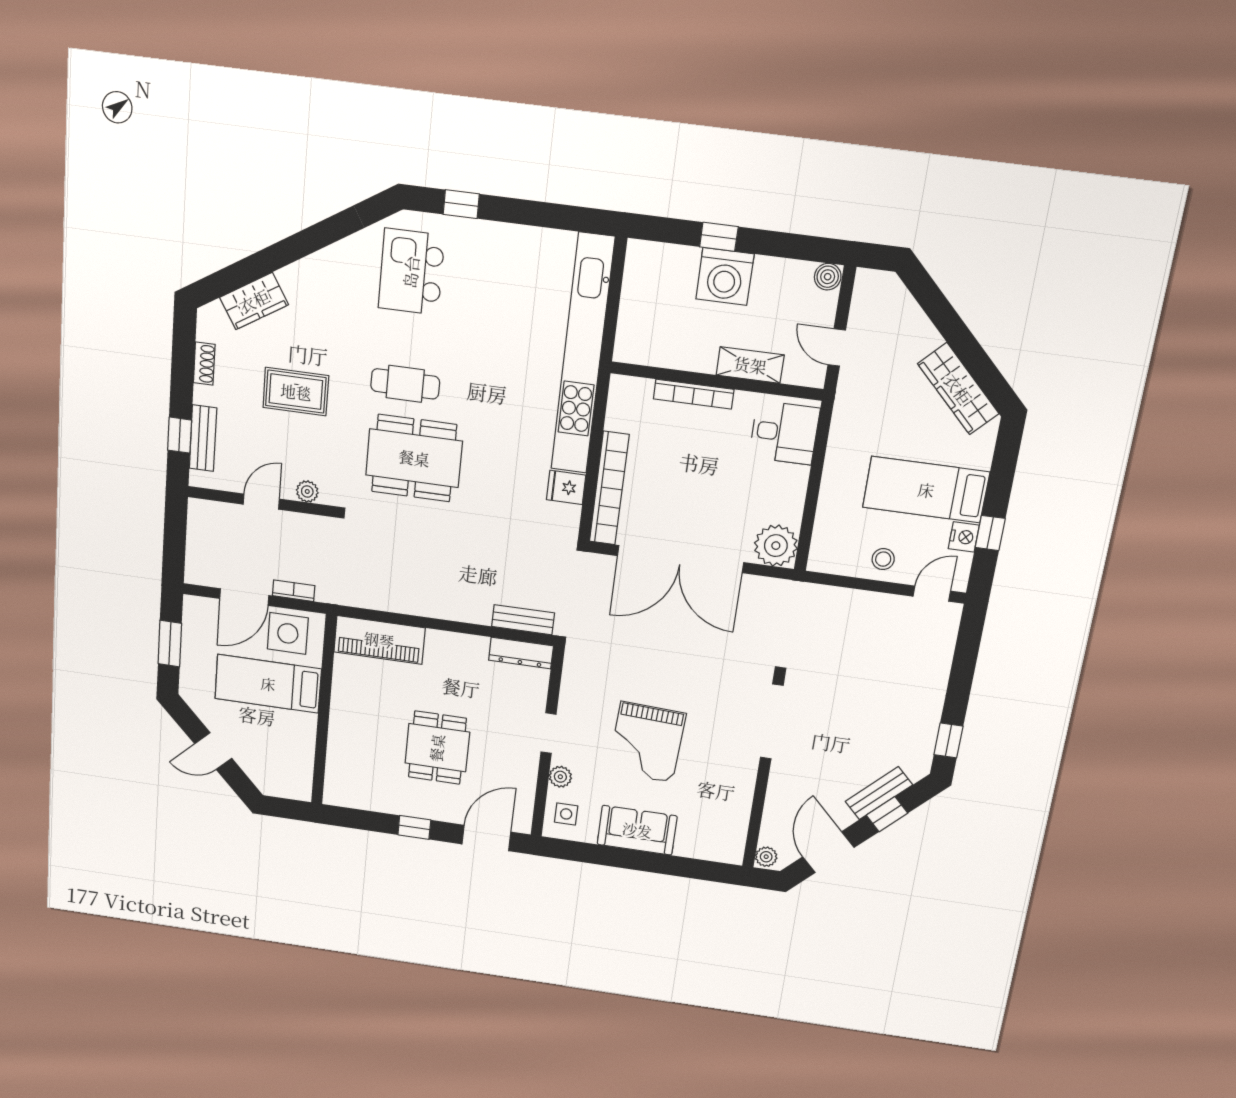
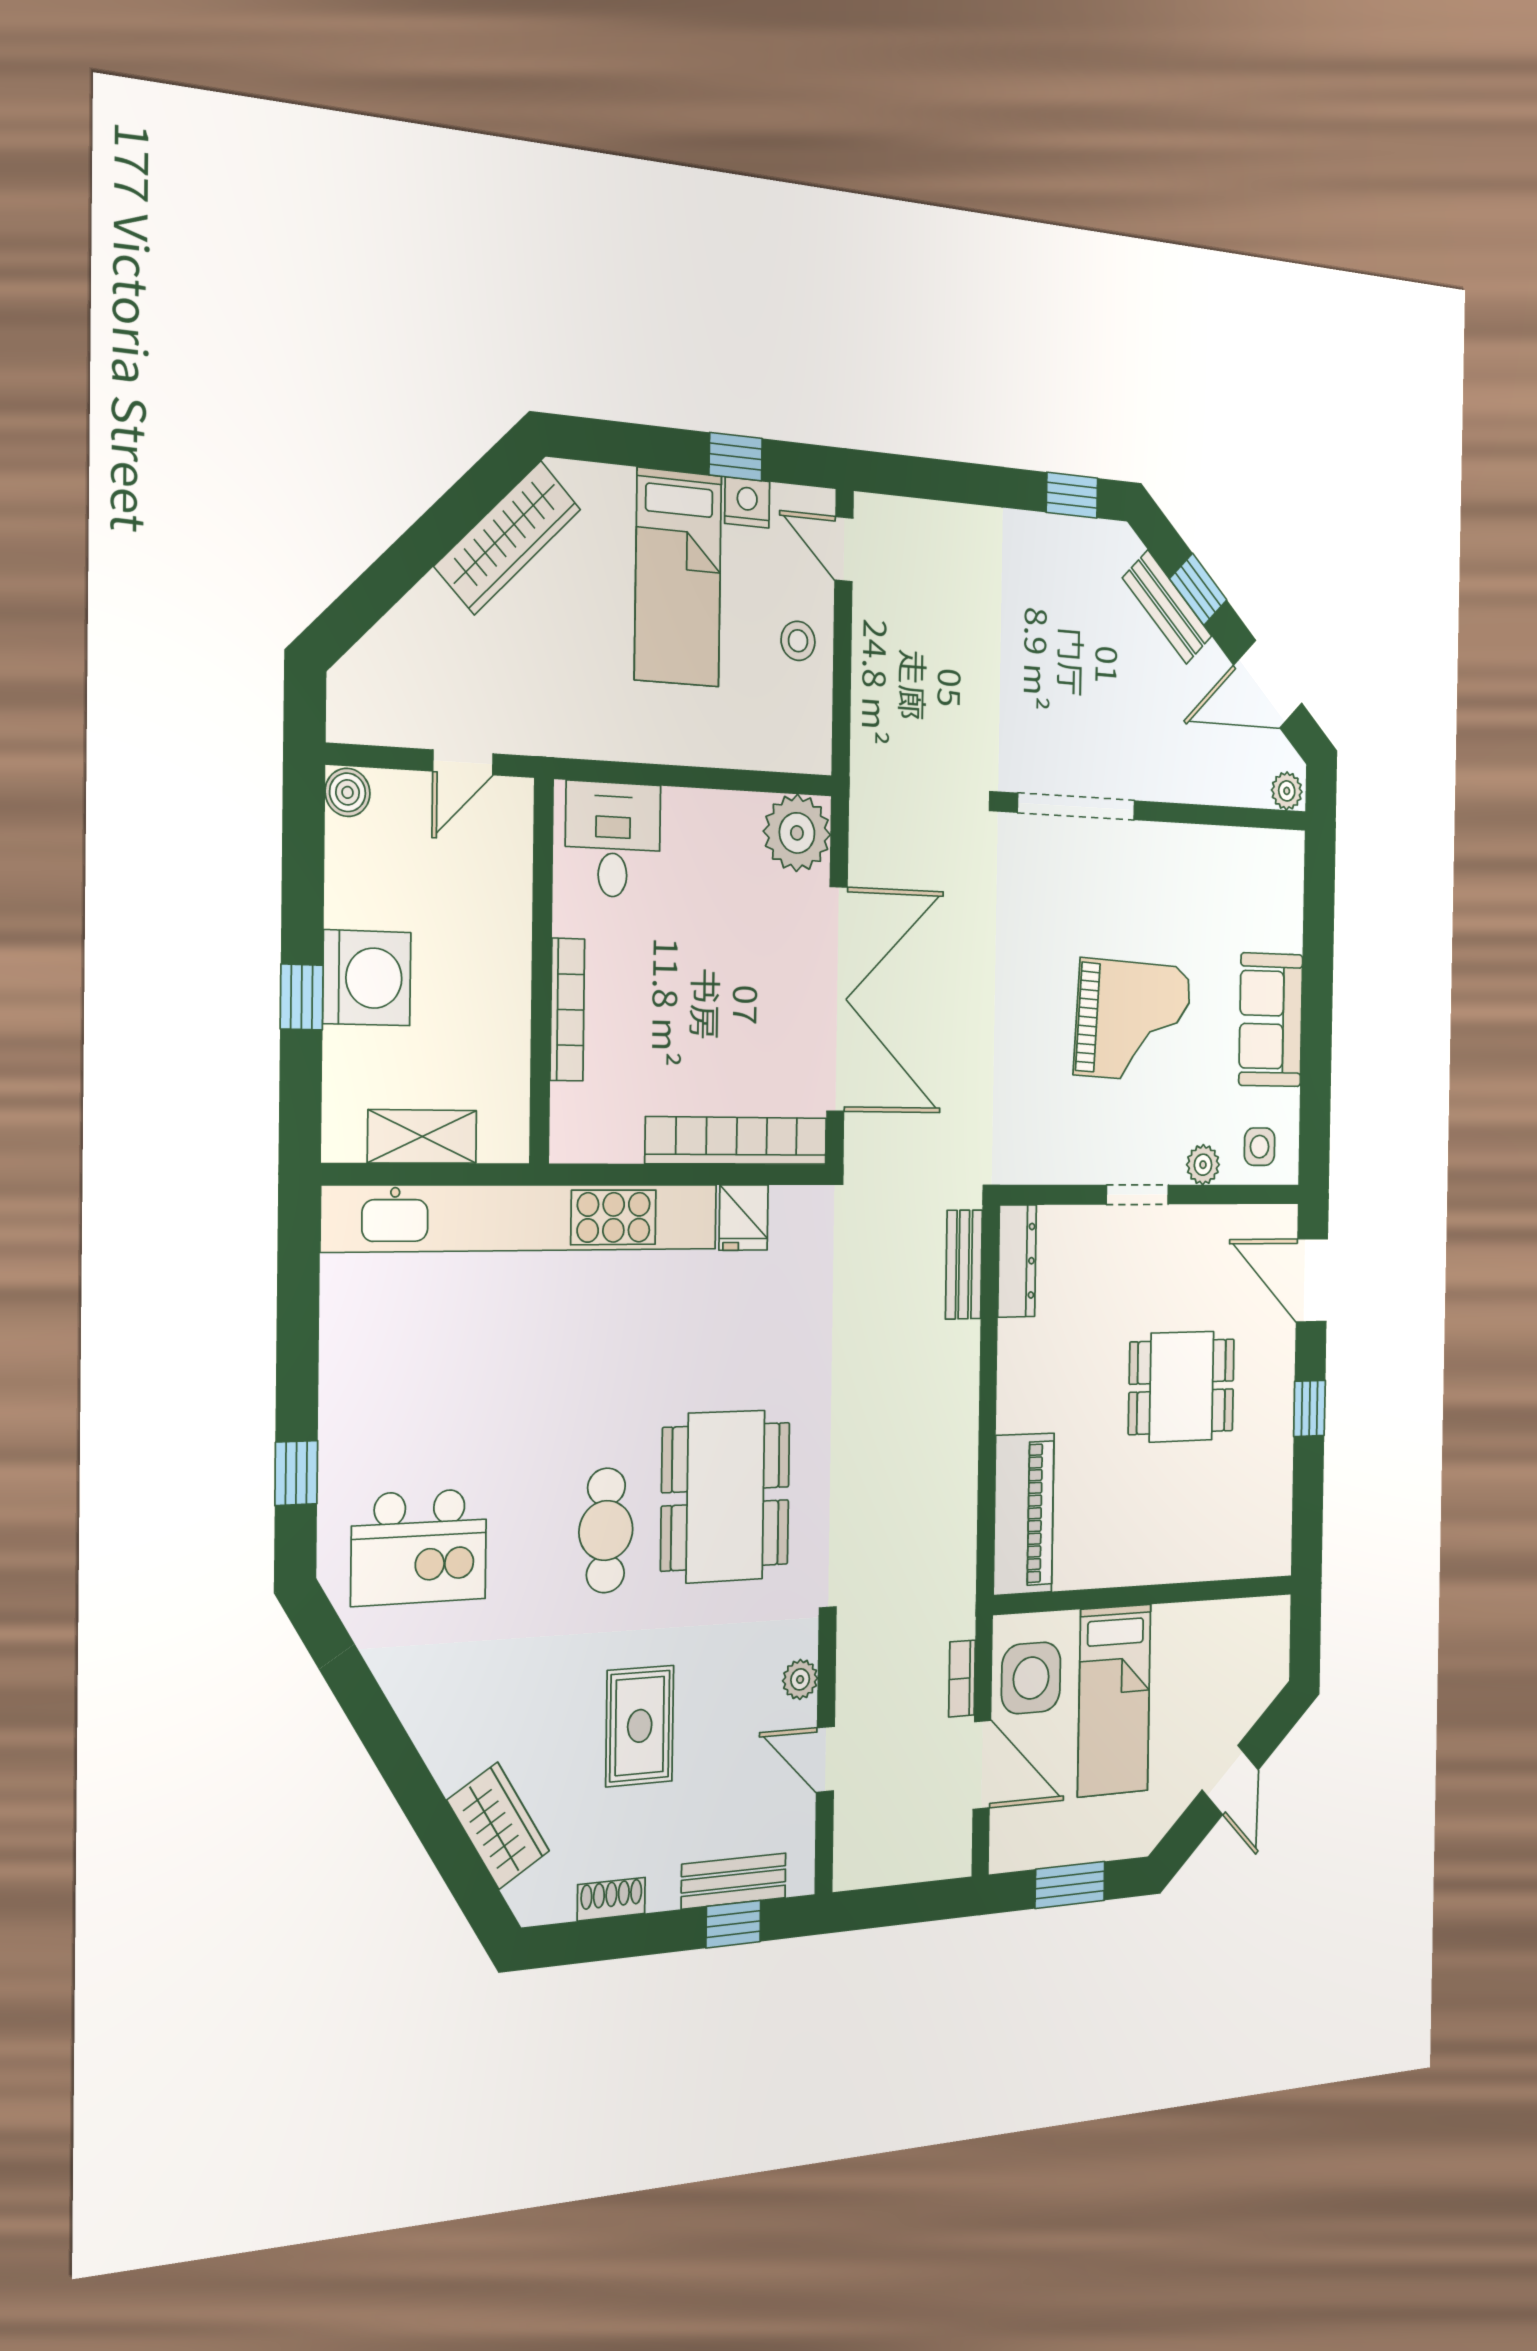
shelving: (750, 365) -> (422, 1137), moved, turned 90

